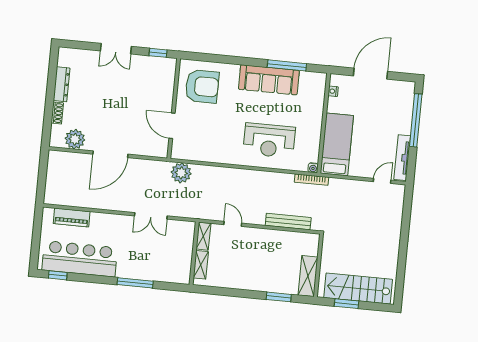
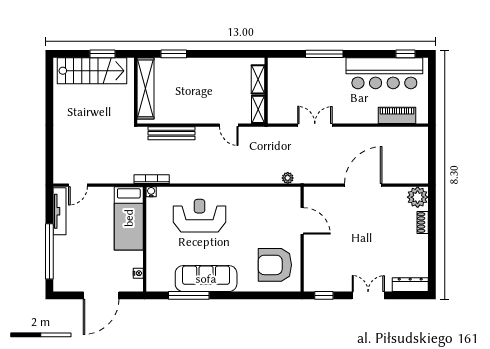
dresser: (62, 84) -> (410, 285), moved, turned 90
plant: (75, 139) -> (418, 197), moved
plant: (181, 173) -> (288, 178), width x0.53, depth x0.53
shelving: (308, 276) -> (145, 88), width x1.47

